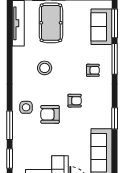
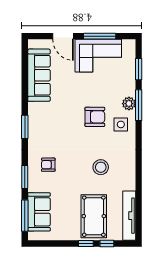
window: (115, 59) -> (25, 177), width x0.69
armchair: (75, 101) -> (68, 132), removed
window: (115, 118) -> (25, 127), moved
plant: (19, 127) -> (129, 104), added

